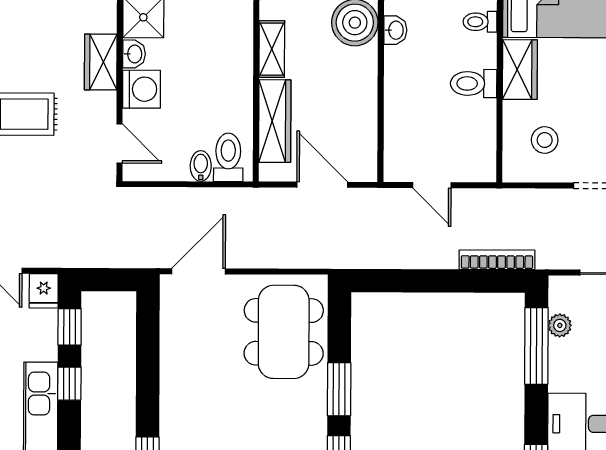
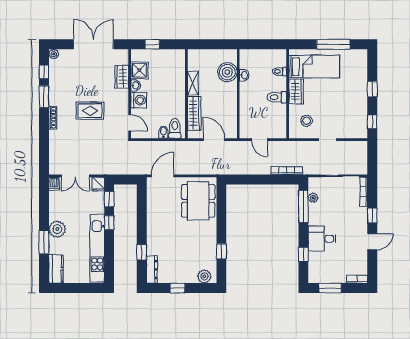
wardrobe: (101, 62) -> (122, 77), moved
window: (339, 389) -> (221, 225), removed

